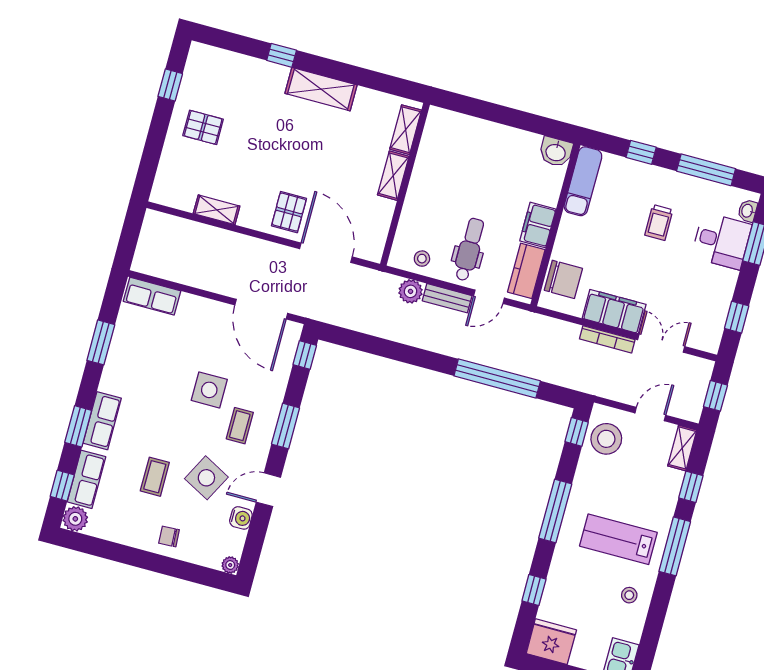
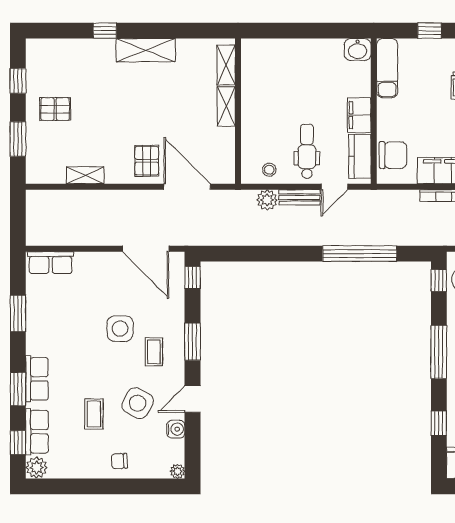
window: (153, 150) -> (18, 139), added

